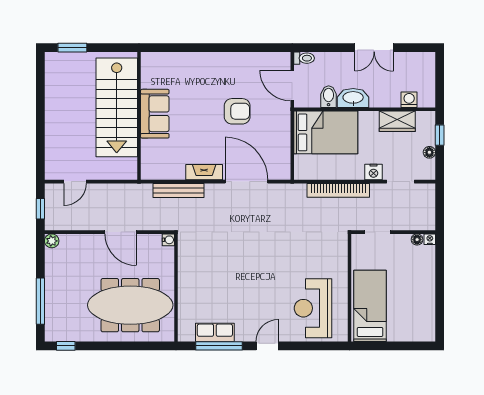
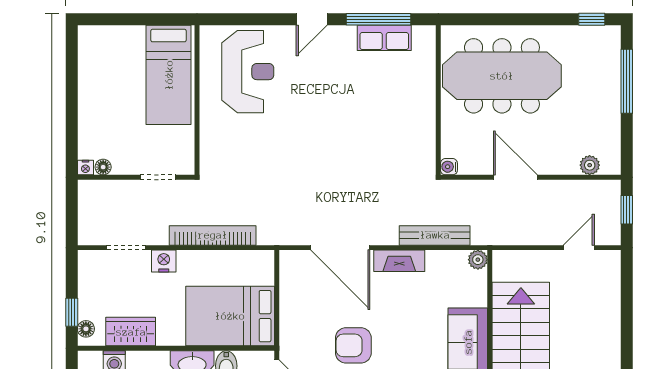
floor lamp: (429, 152) -> (86, 329), moved
plant: (148, 173) -> (478, 260), added
plant: (52, 241) -> (590, 165), moved

